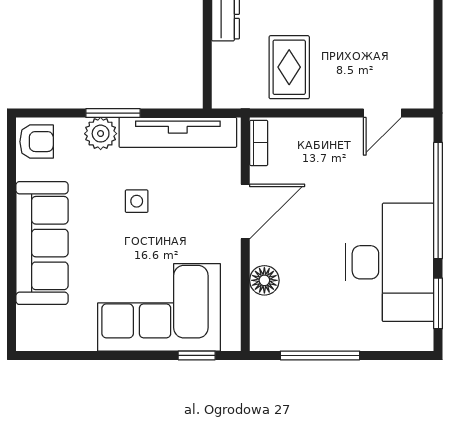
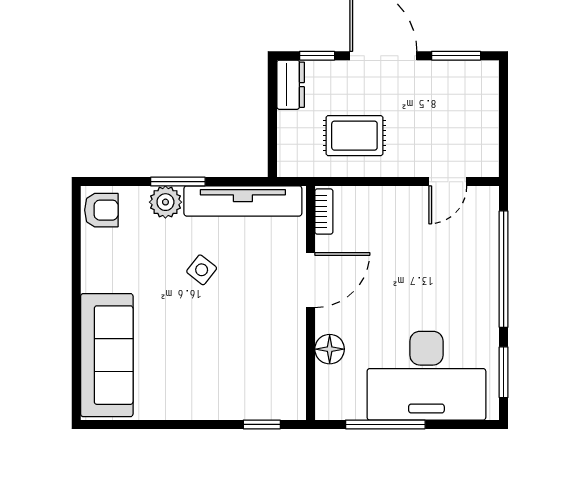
rug: (289, 67) -> (354, 136), turned 90
side table: (137, 201) -> (202, 270), turned 38
sofa: (42, 243) -> (107, 355), moved
desk: (389, 262) -> (426, 376), moved, turned 90
corner sofa: (159, 307) -> (224, 376), removed

